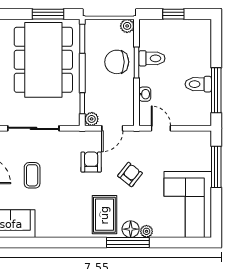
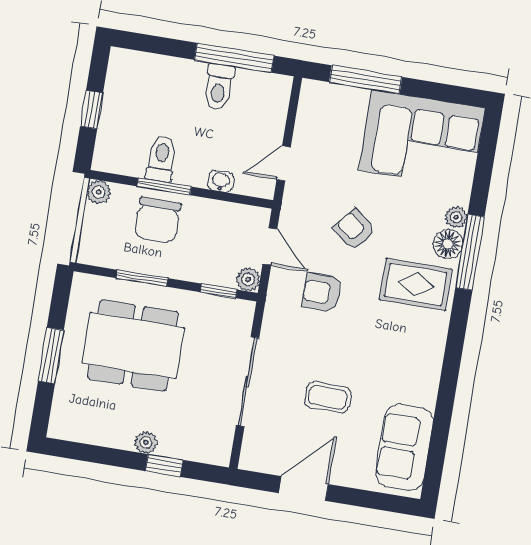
window: (48, 14) -> (51, 356), moved
window: (82, 39) -> (142, 278), moved
dining table: (43, 60) -> (133, 345), width x0.73, depth x0.80

